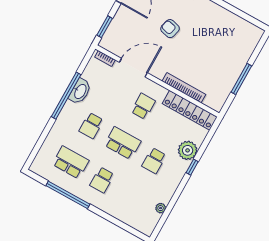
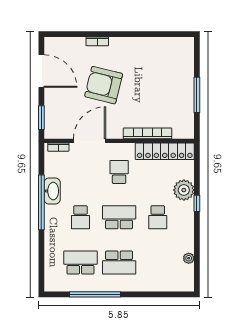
armchair: (170, 29) -> (104, 85), width x1.88, depth x1.88
school desk: (102, 180) -> (119, 263), width x1.85

